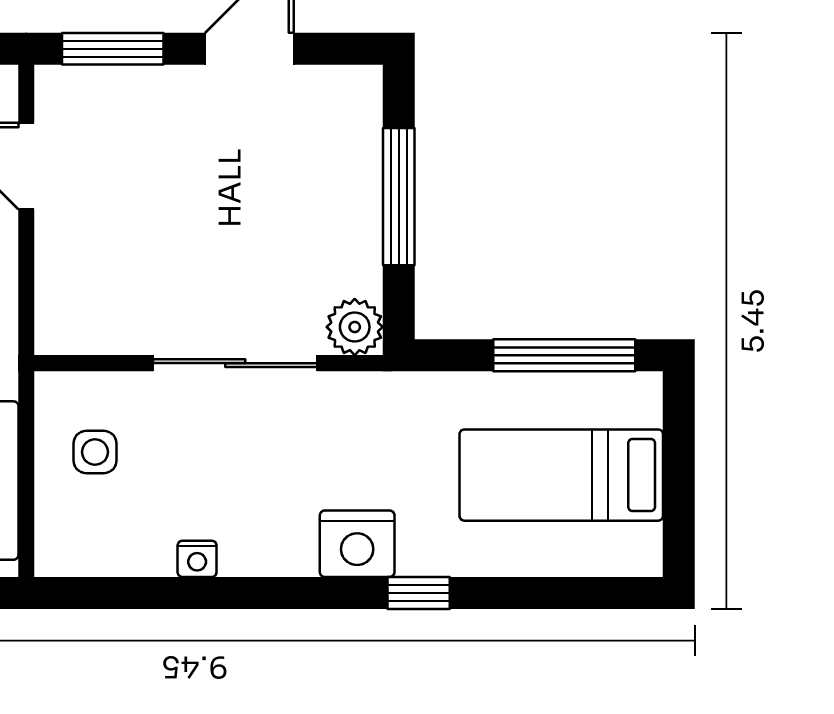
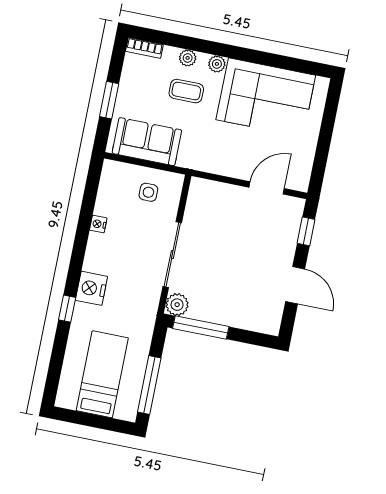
window: (113, 49) -> (306, 231), width x0.67
window: (399, 197) -> (201, 327), moved

